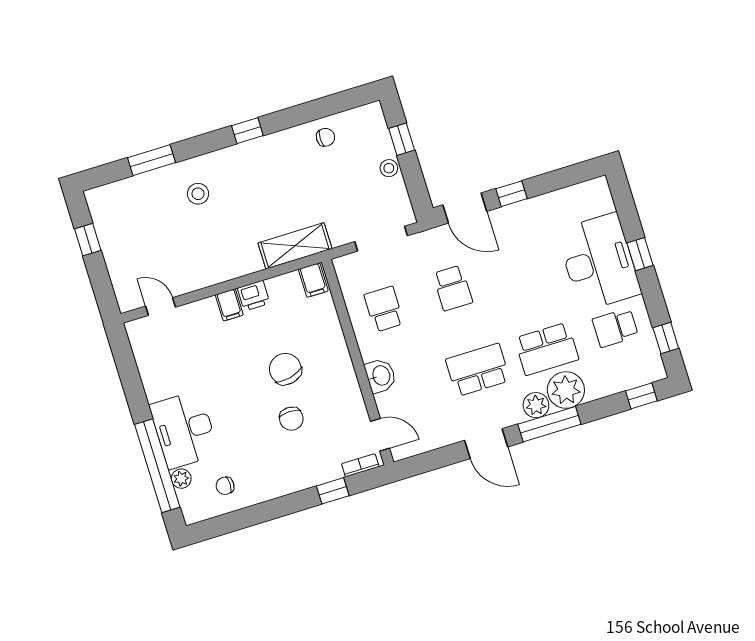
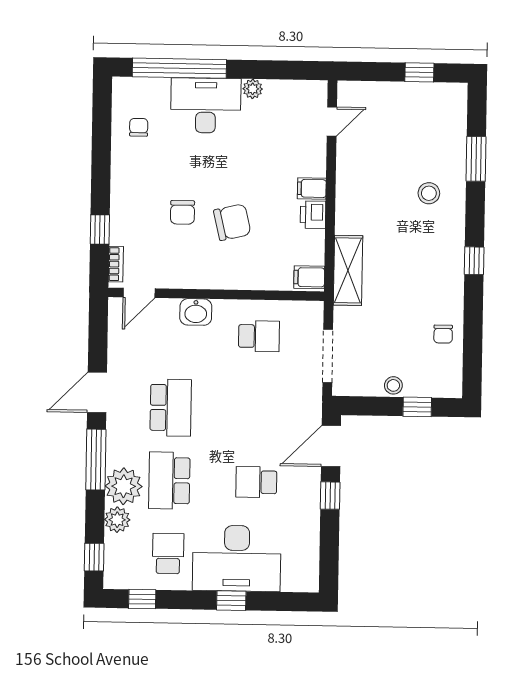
school desk: (453, 288) -> (256, 482), moved
plant: (536, 405) -> (117, 520), moved
chair: (291, 419) -> (182, 212), turned -90
plant: (181, 479) -> (253, 89), moved

